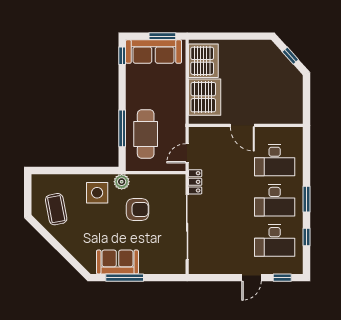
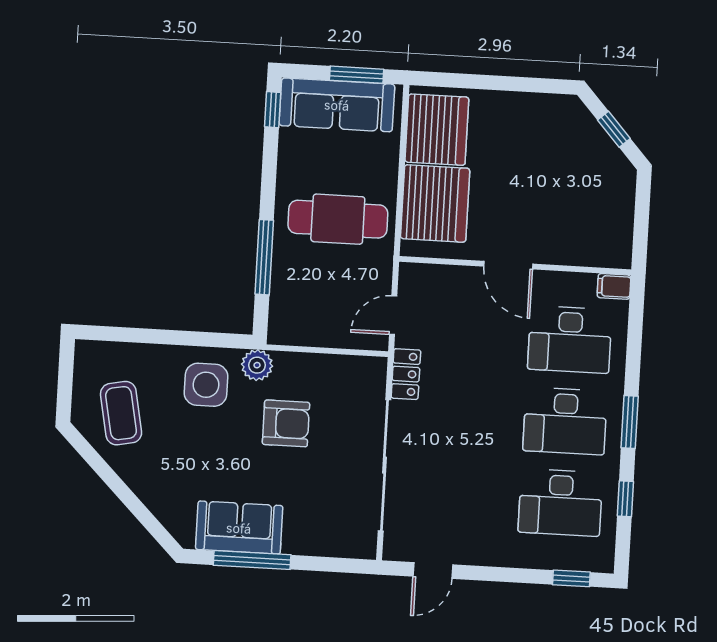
filing cabinet: (295, 133) -> (614, 286), added
cafe table: (146, 134) -> (338, 219), moved, turned 90
door: (251, 278) -> (433, 570), moved

